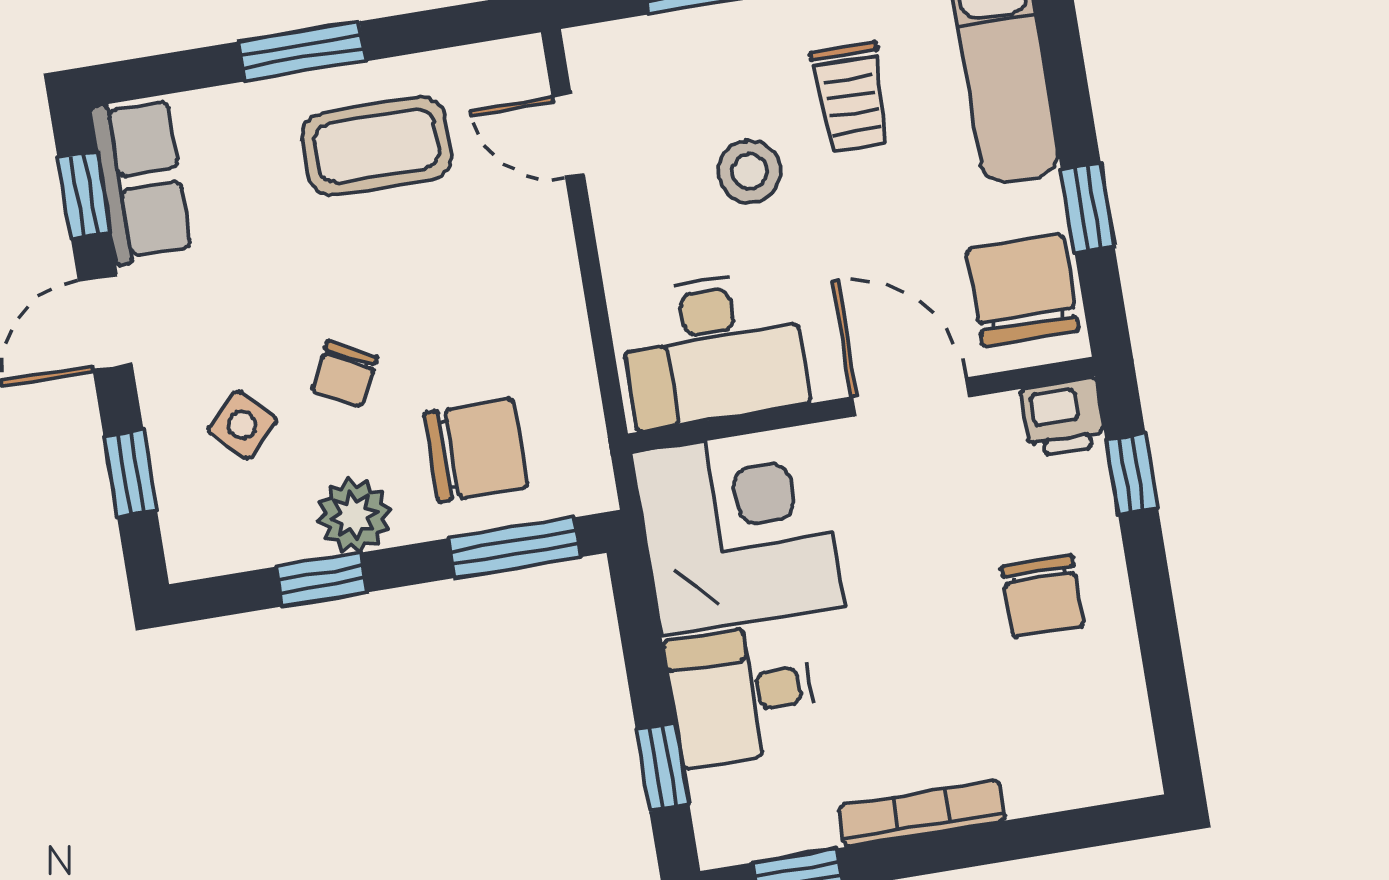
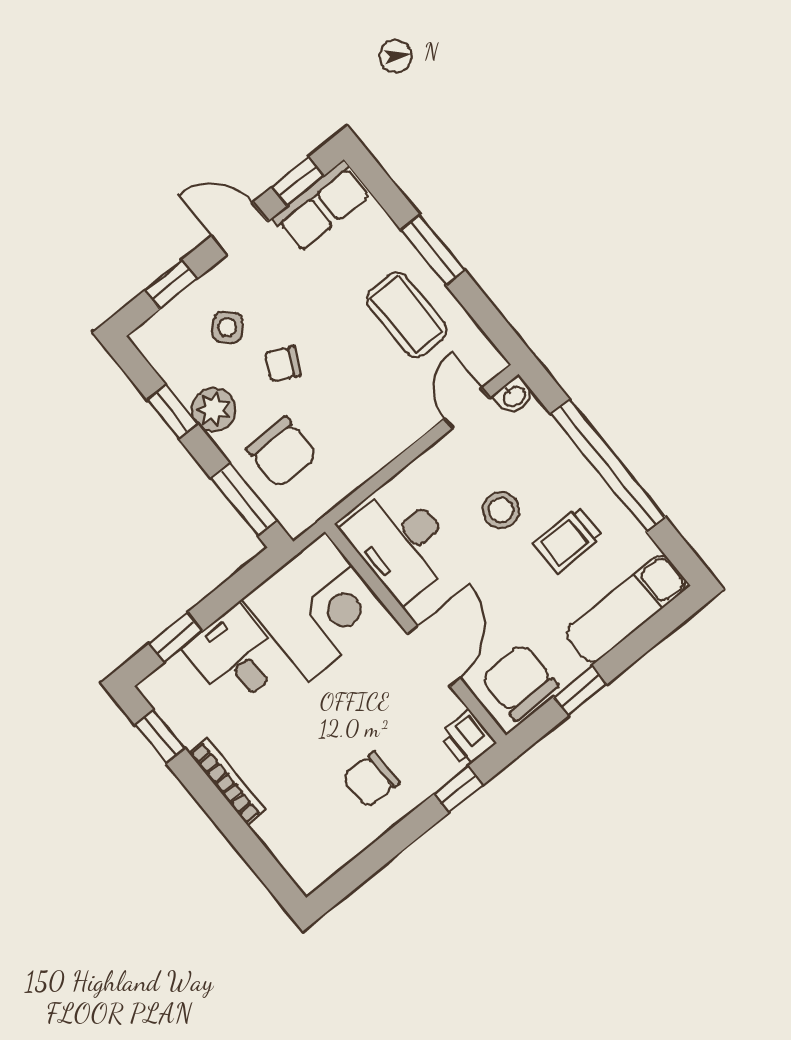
washbasin: (590, 55) -> (514, 396), added
chair: (1023, 290) -> (520, 682), turned -90

